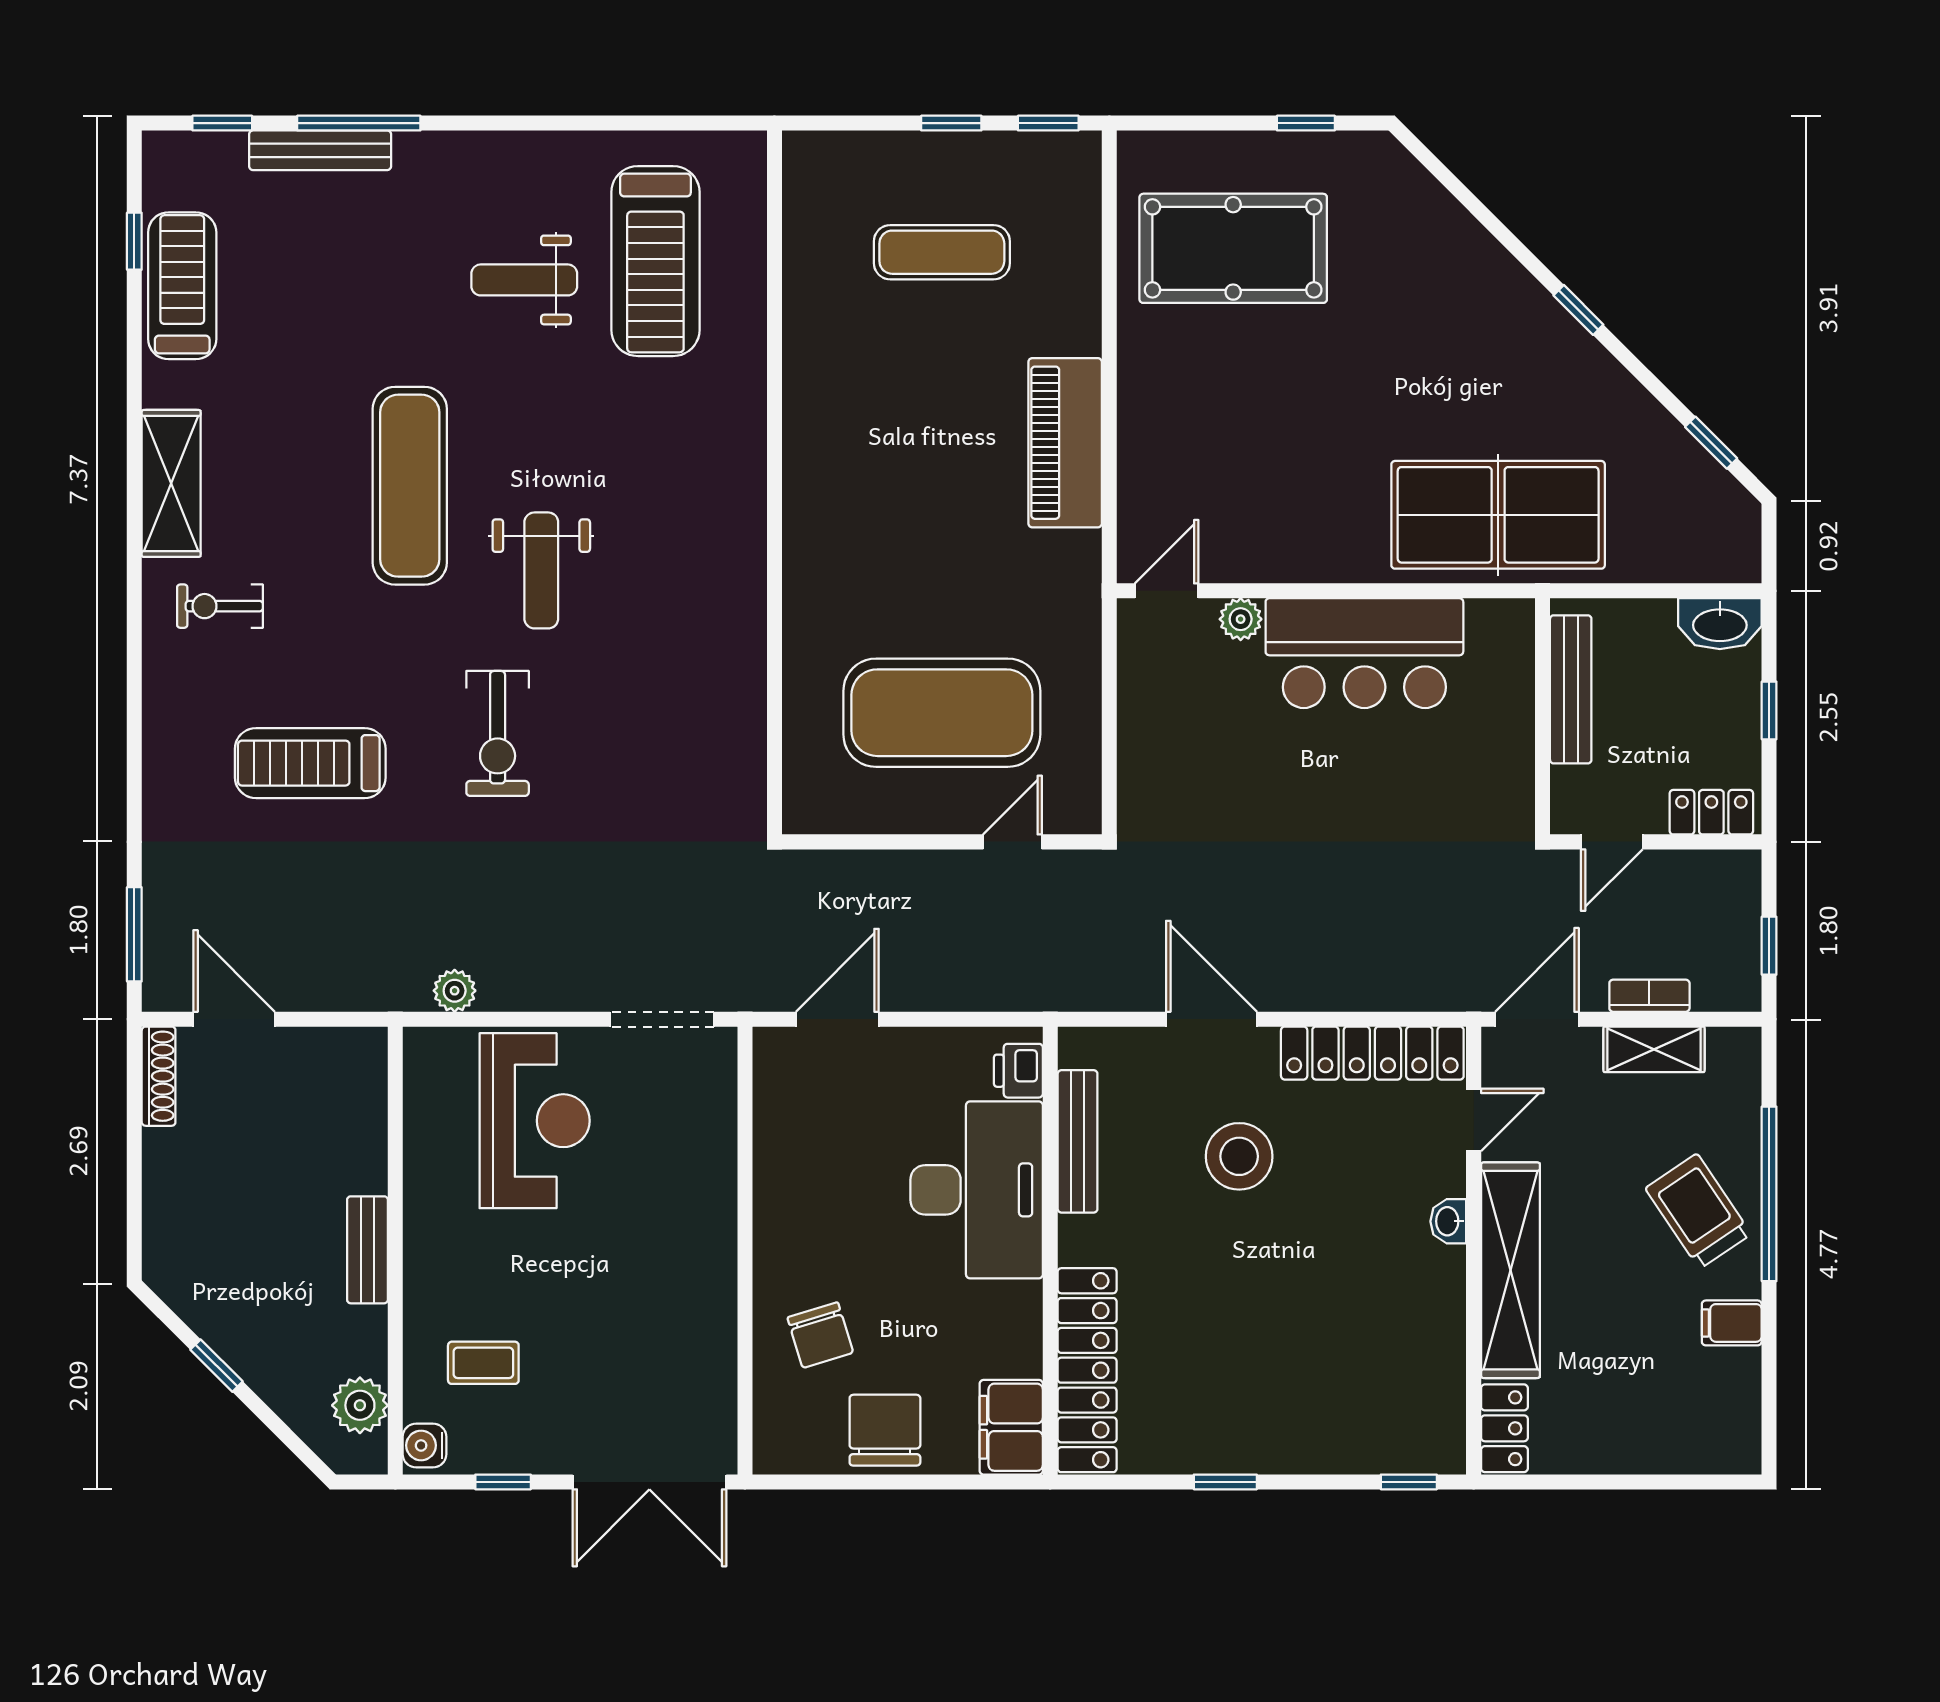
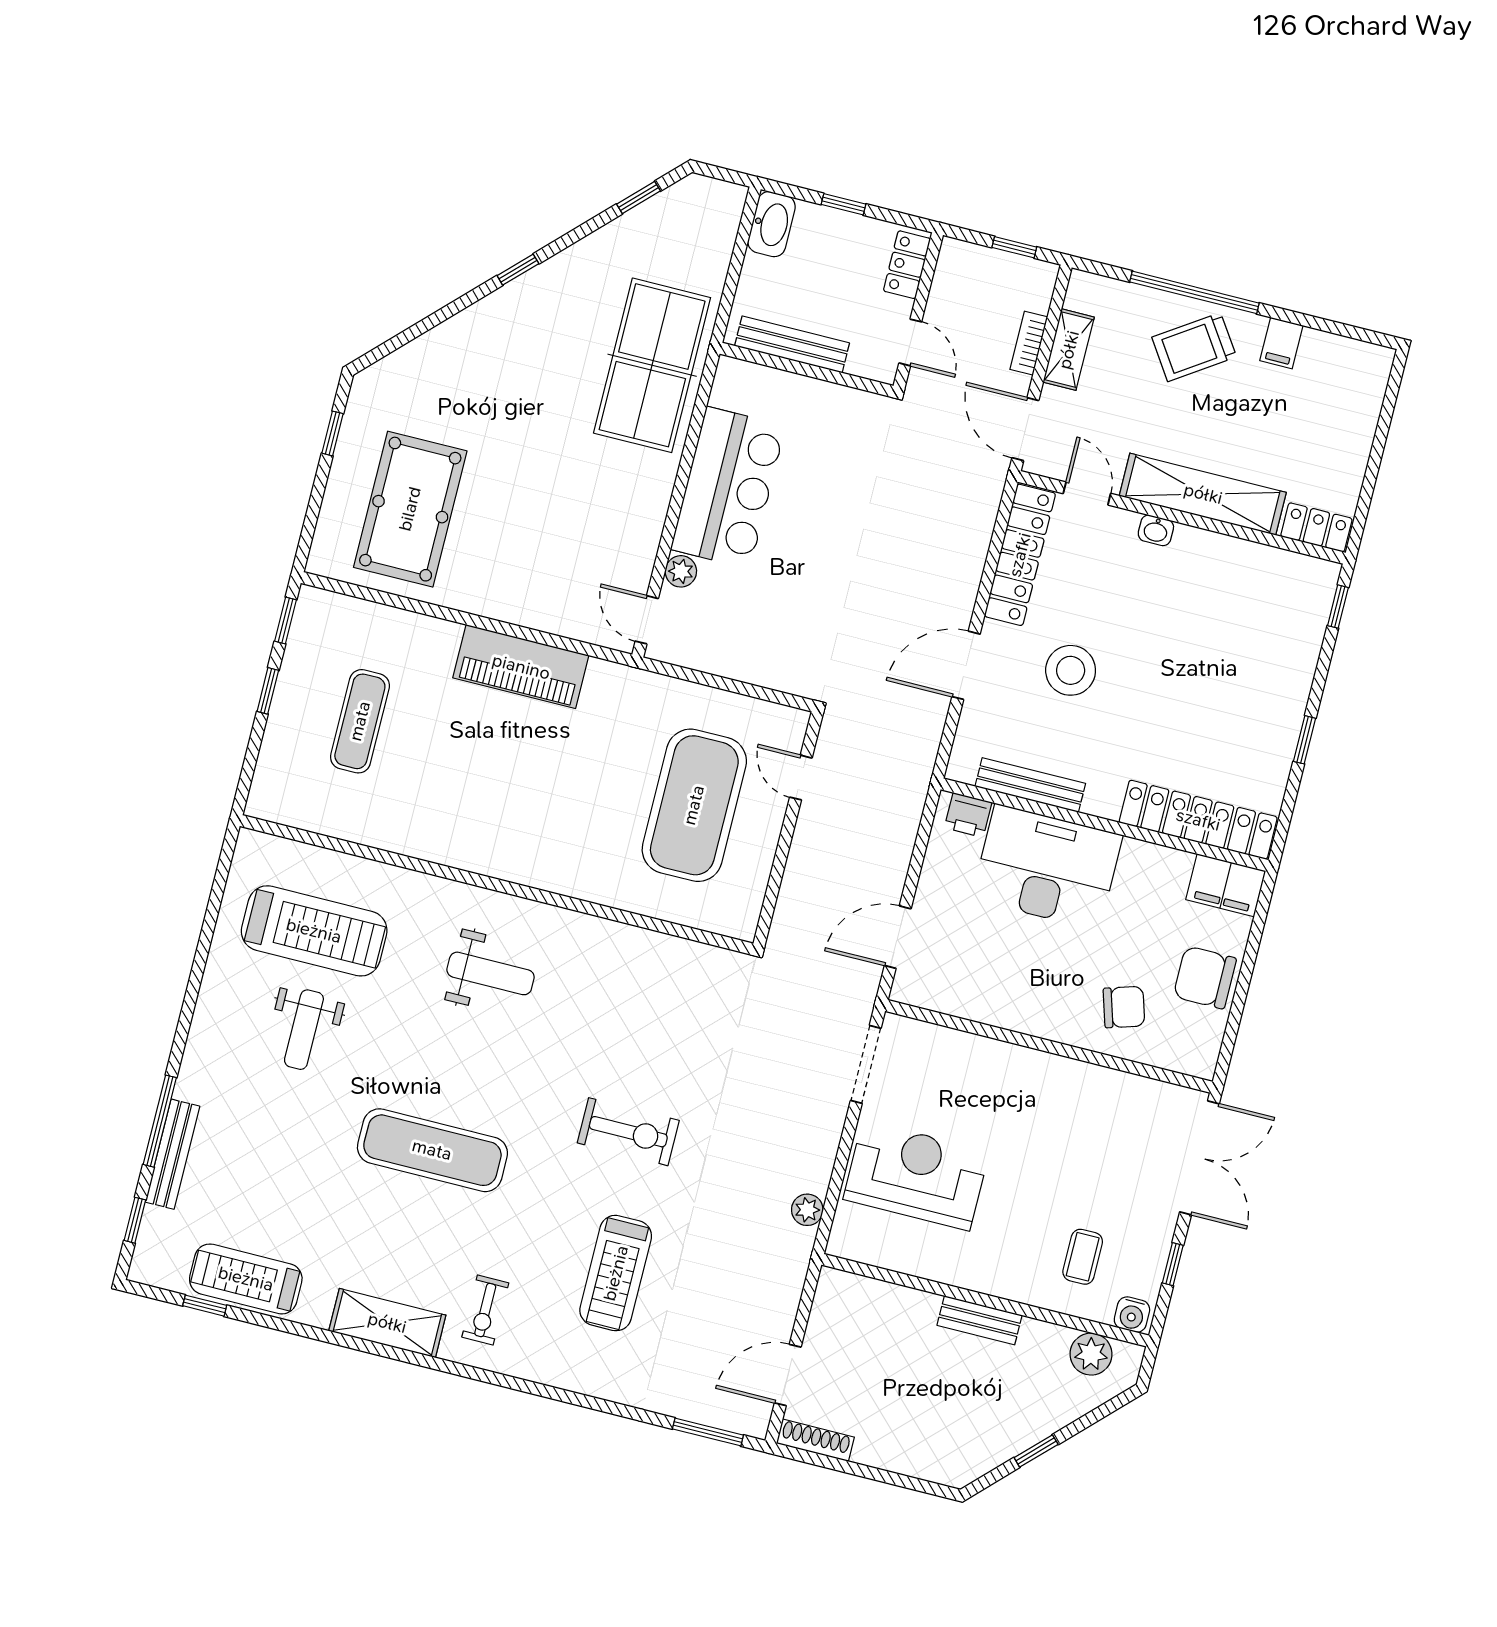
weight bench: (541, 570) -> (491, 973), moved
door: (837, 1019) -> (898, 937), hinge flipped

